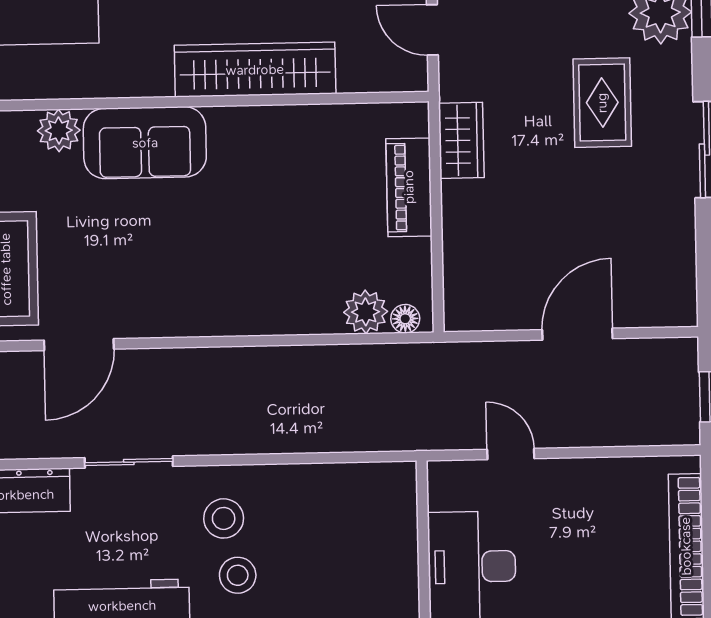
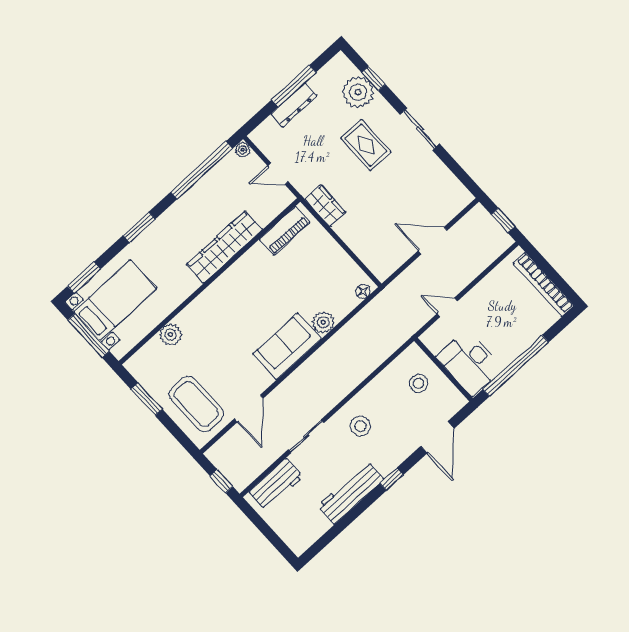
sofa: (145, 143) -> (287, 346), moved, turned 180
piano: (409, 187) -> (285, 231), moved, turned -90
plant: (366, 312) -> (323, 322), moved
door: (577, 334) -> (433, 240), hinge flipped
stool: (238, 575) -> (419, 383), moved

